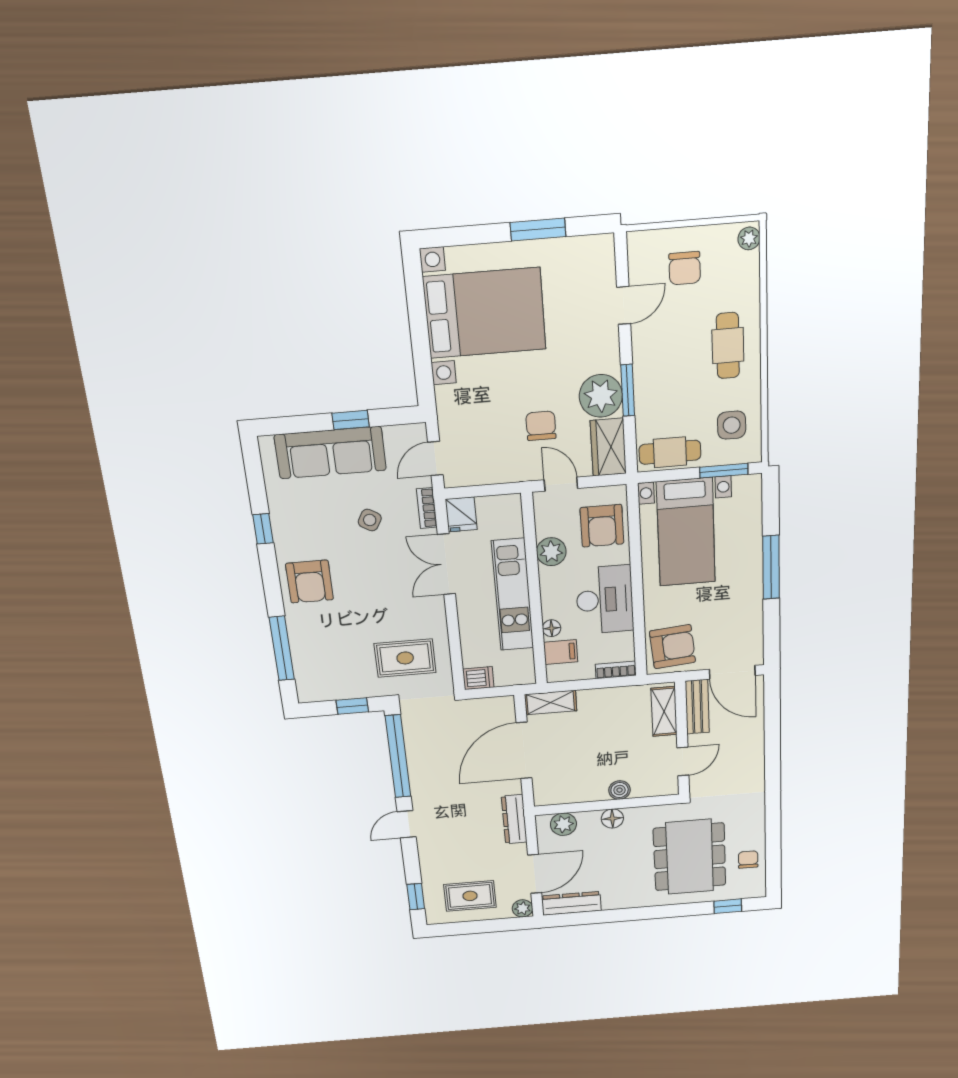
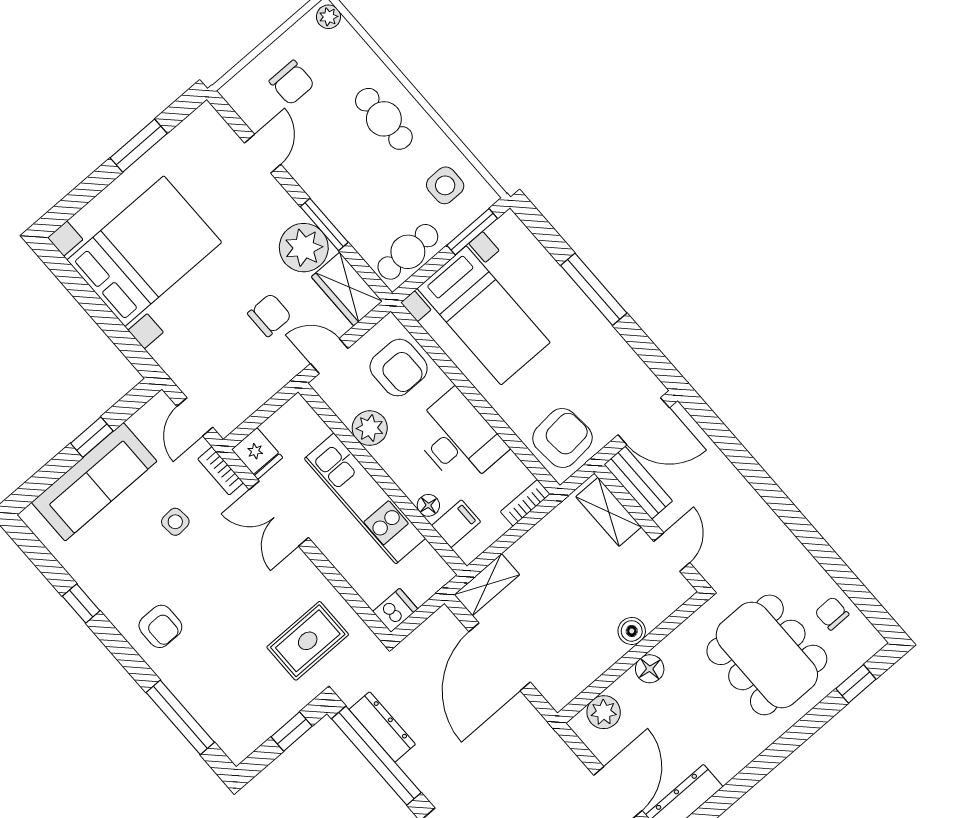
chair: (541, 426) -> (270, 315), turned 90
side table: (370, 520) -> (175, 522), turned -35
armchair: (310, 582) -> (160, 626), width x0.72, depth x0.72
dresser: (514, 819) -> (382, 727), moved, turned 180

